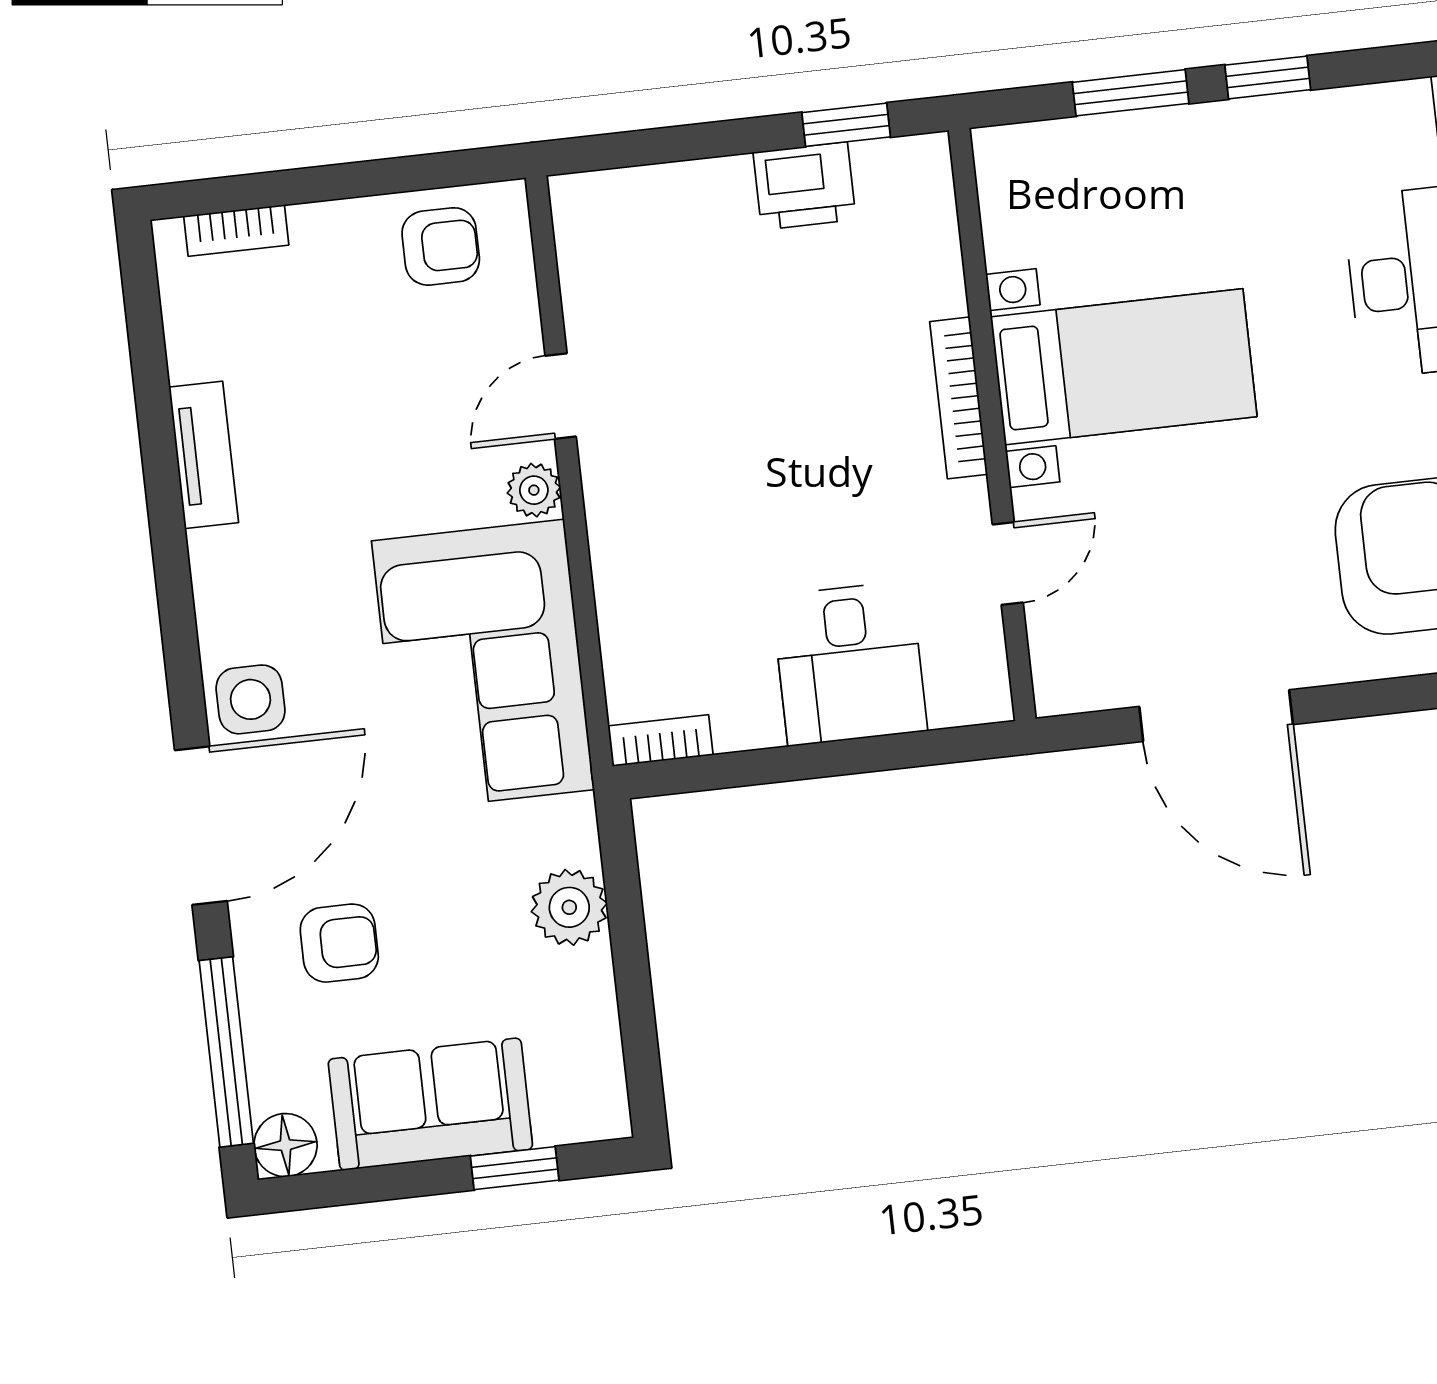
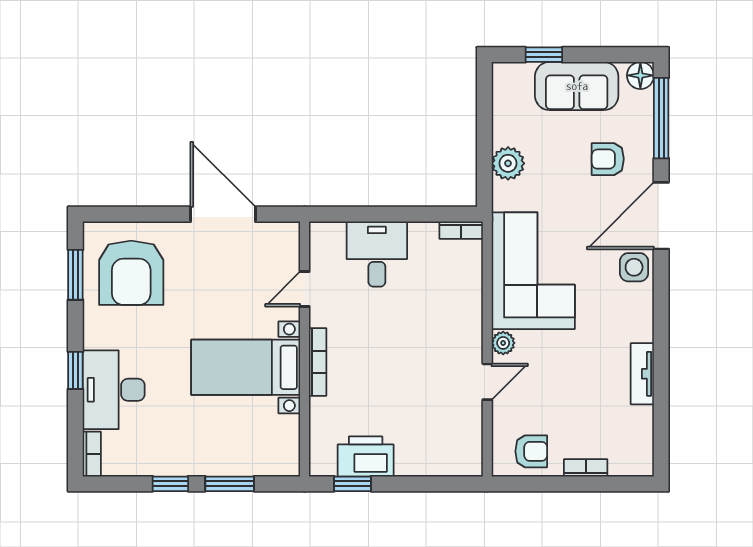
printer: (804, 186) -> (366, 456), width x1.37, depth x1.19
bookcase: (236, 231) -> (586, 468), moved
armchair: (441, 246) -> (531, 451), turned 180

